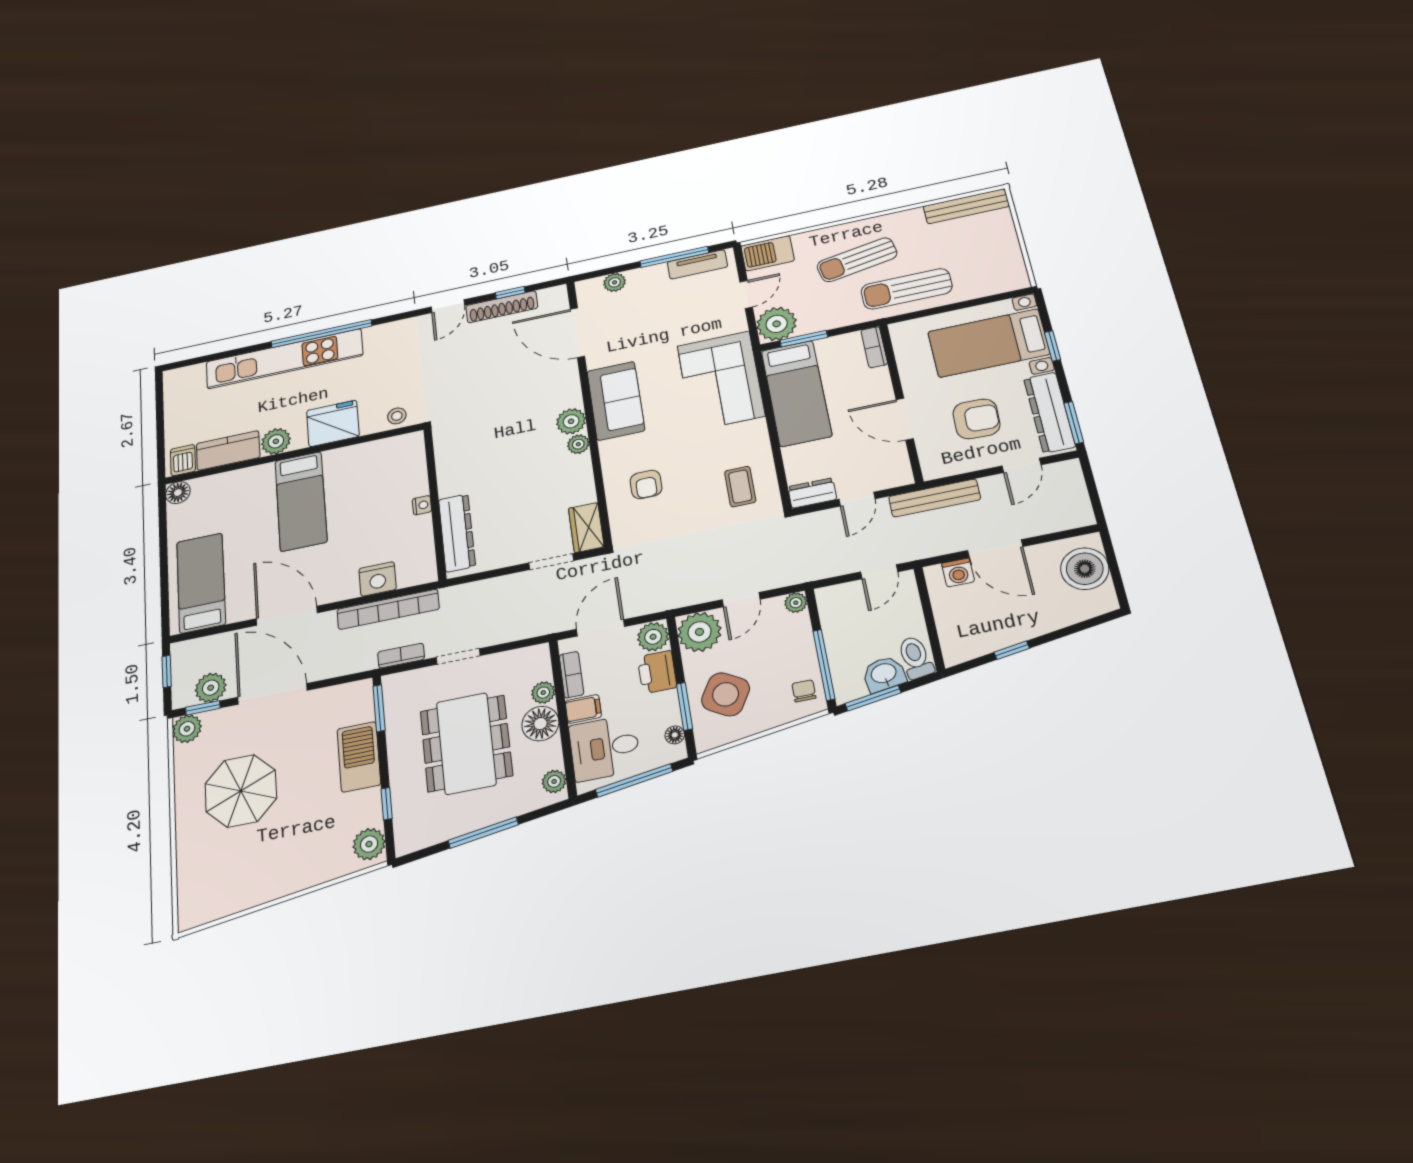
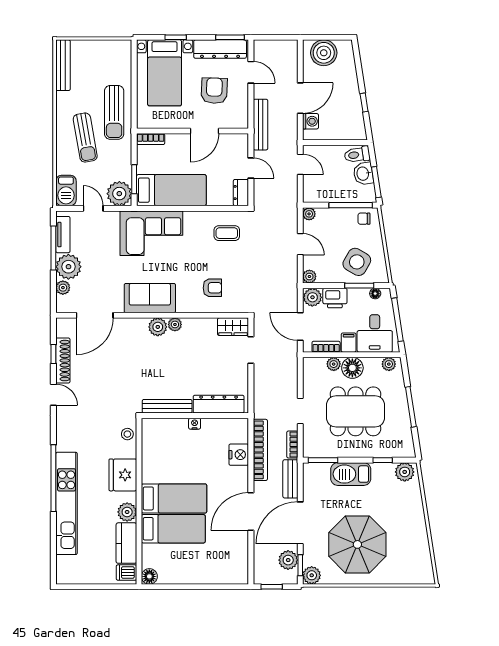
plant: (648, 282) -> (68, 267), added
bench: (446, 461) -> (167, 406), added
bed: (201, 583) -> (173, 529), moved, turned 180
plant: (699, 632) -> (309, 276), width x0.53, depth x0.53
bench: (344, 664) -> (290, 479), added
parasol: (241, 791) -> (357, 544), width x1.36, depth x1.36

